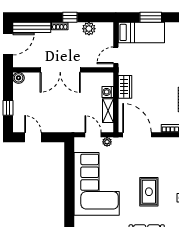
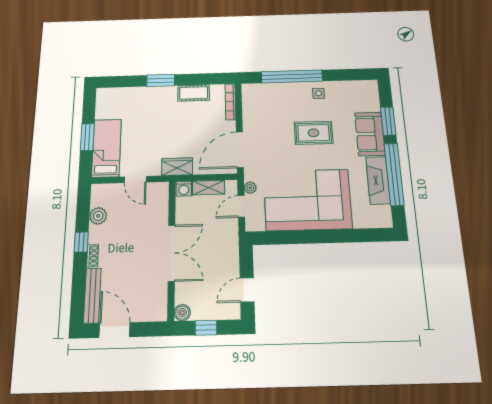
double door: (60, 70) -> (171, 253), moved
wall: (63, 70) -> (172, 249), moved
boiler: (19, 78) -> (182, 313), moved

